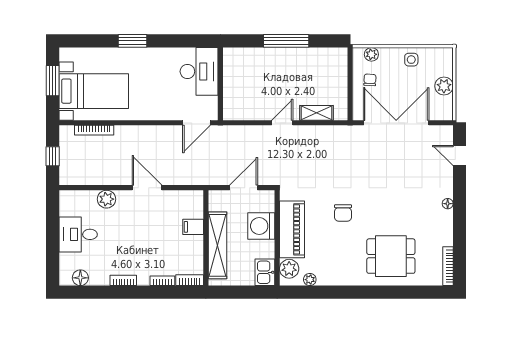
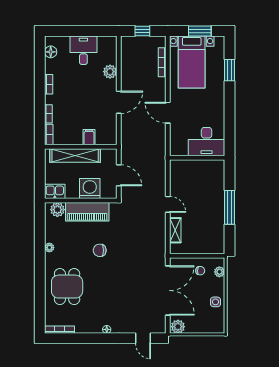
window: (132, 41) -> (230, 70), moved
plant: (444, 86) -> (178, 327), moved
door: (196, 123) -> (168, 113), moved
door: (459, 156) -> (143, 338), swing flipped
plant: (310, 280) -> (49, 248), moved

